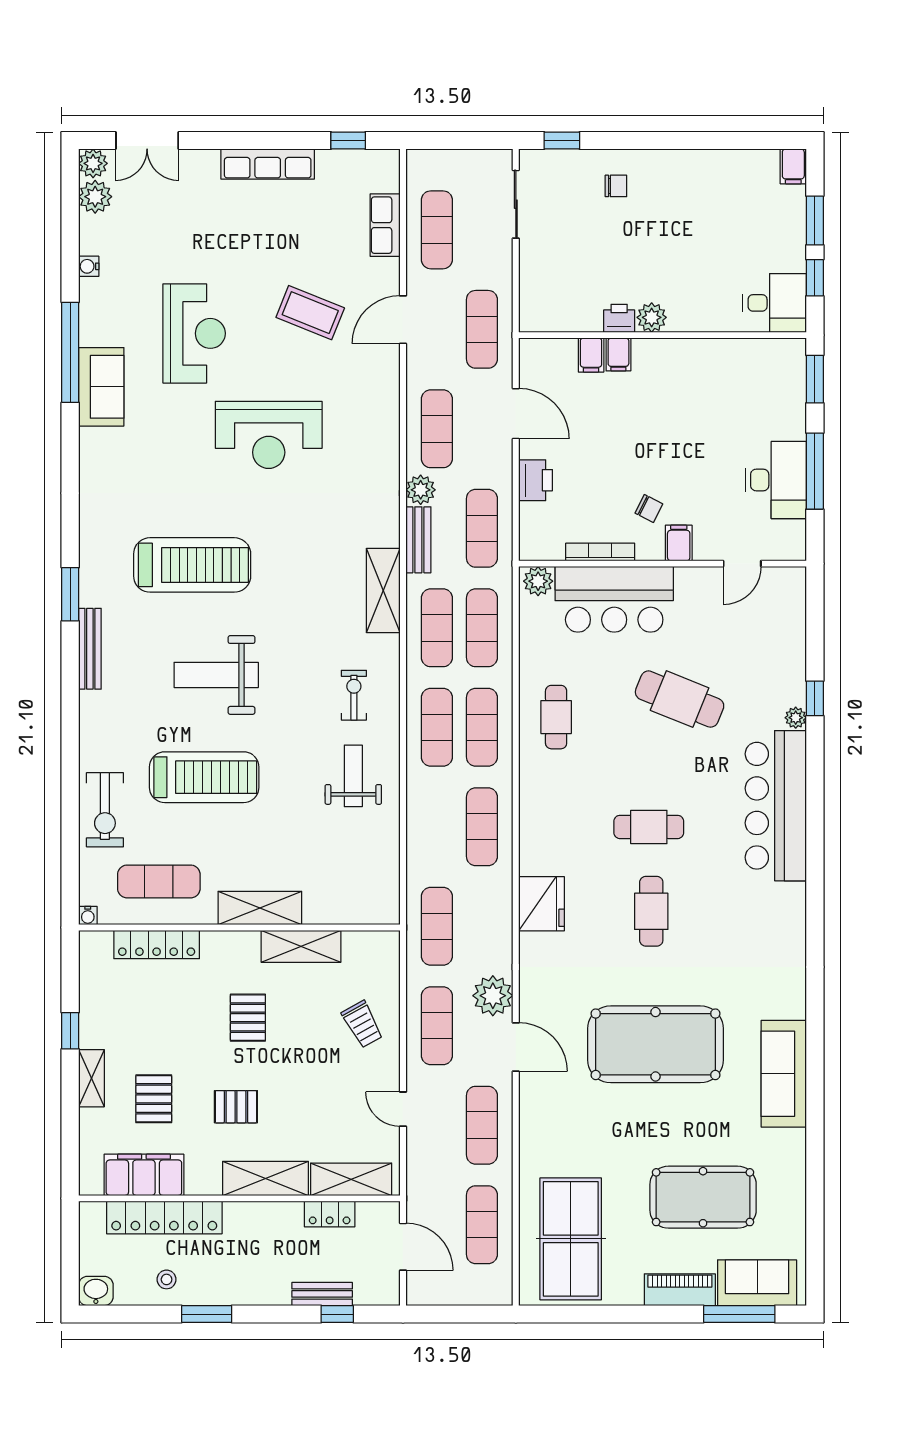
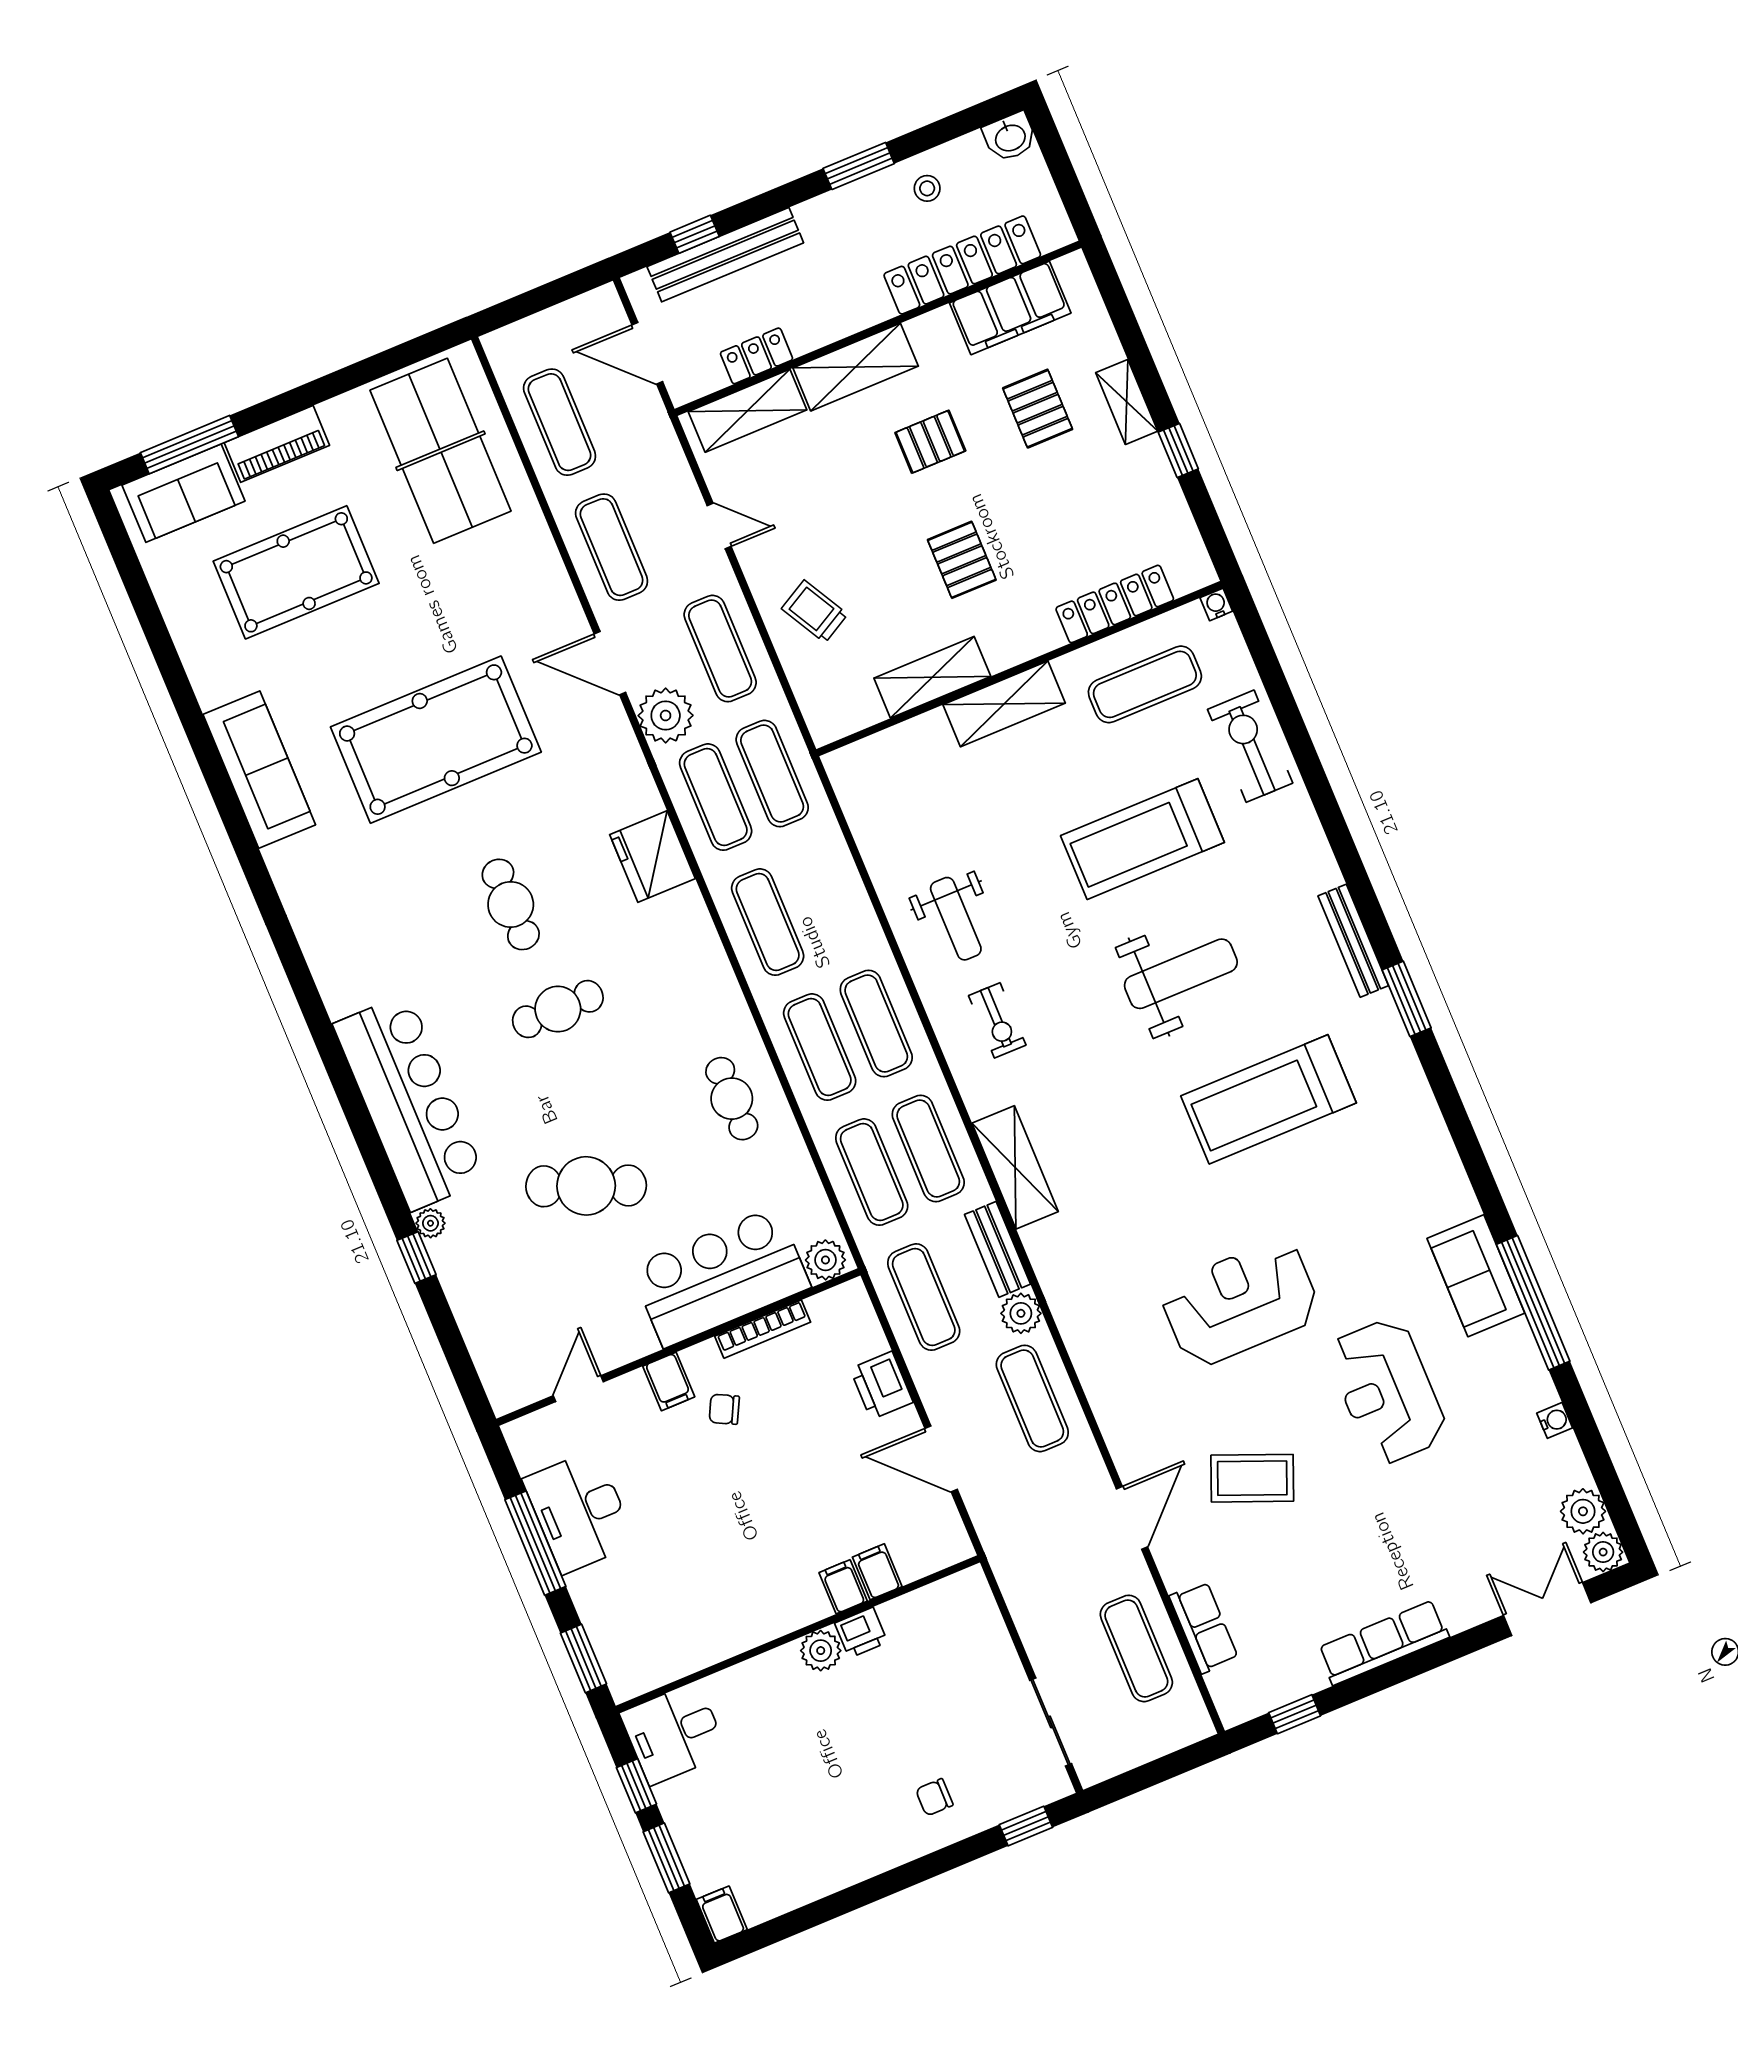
exercise mat: (482, 329) -> (716, 797), moved
bench: (322, 1294) -> (725, 255), width x1.86, depth x1.21

